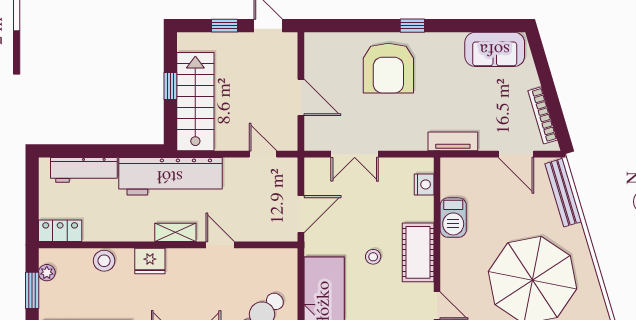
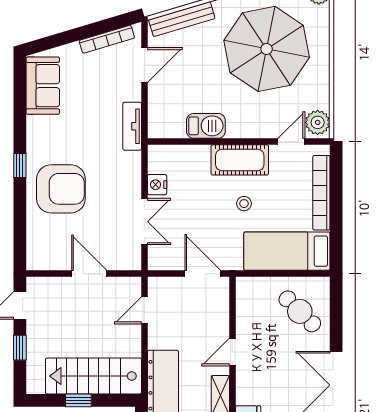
door: (301, 97) -> (89, 274), hinge flipped
nightstand: (424, 184) -> (157, 185), moved, turned -90

